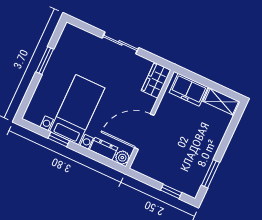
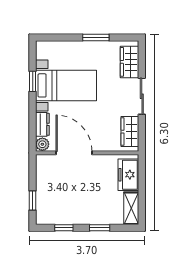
wardrobe: (83, 40) -> (130, 62), added
wardrobe: (156, 80) -> (130, 132), moved, turned -90
window: (226, 140) -> (100, 228), added
window: (211, 174) -> (64, 228), width x0.67

